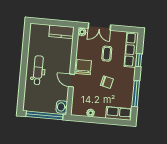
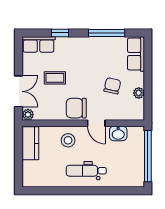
row of seats: (131, 50) -> (39, 44), width x0.68
stool: (61, 59) -> (68, 140), added
door: (72, 80) -> (96, 123), hinge flipped
chair: (107, 82) -> (112, 86), moved
washbasin: (62, 107) -> (118, 133), moved

